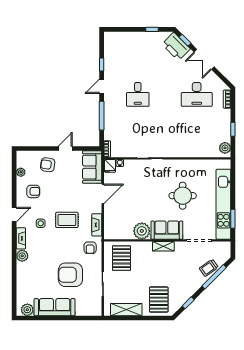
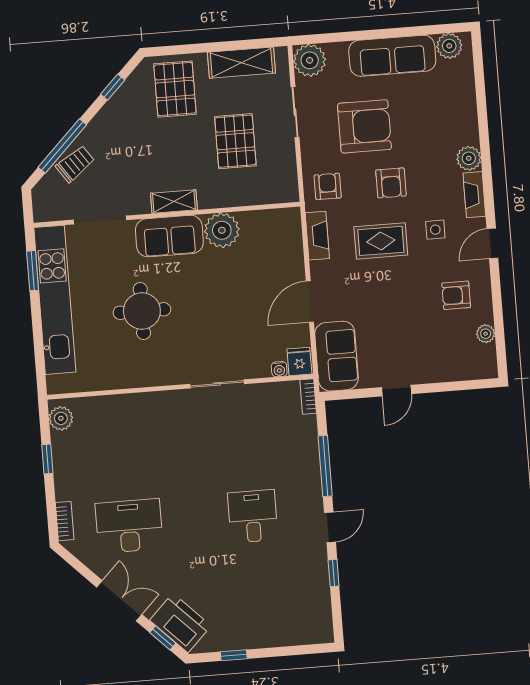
armchair: (48, 165) -> (391, 183), moved, turned 82
pallet: (122, 258) -> (235, 141), moved
plant: (94, 308) -> (310, 60), added

